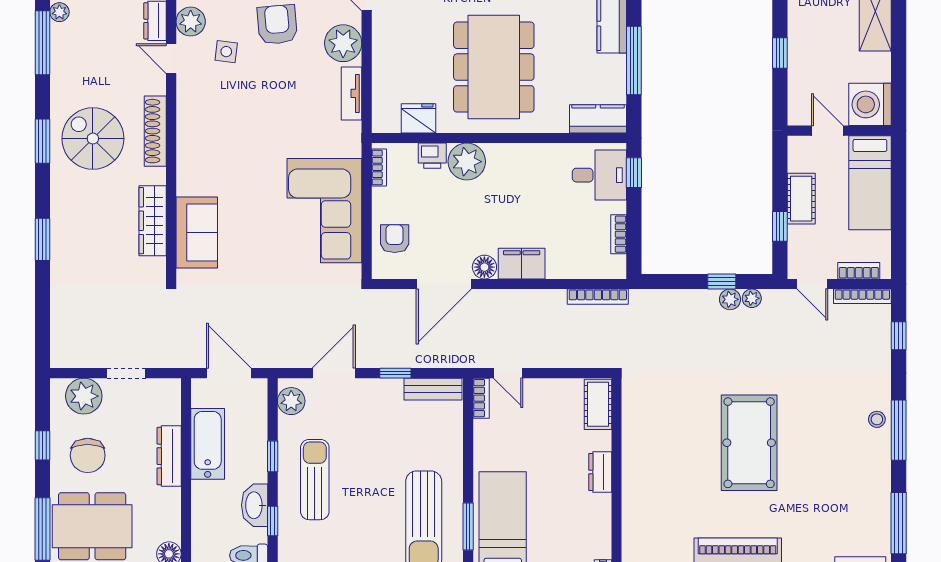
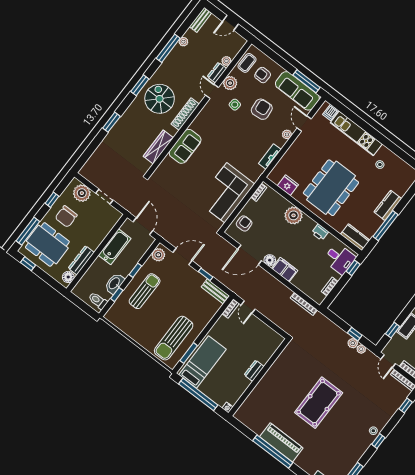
plant: (343, 43) -> (287, 134), width x0.53, depth x0.53
printer: (432, 156) -> (320, 232), moved
sofa: (197, 233) -> (185, 146), moved
cot: (598, 404) -> (273, 345), removed
window: (899, 430) -> (378, 441), width x0.46
dresser: (169, 456) -> (81, 260), moved

